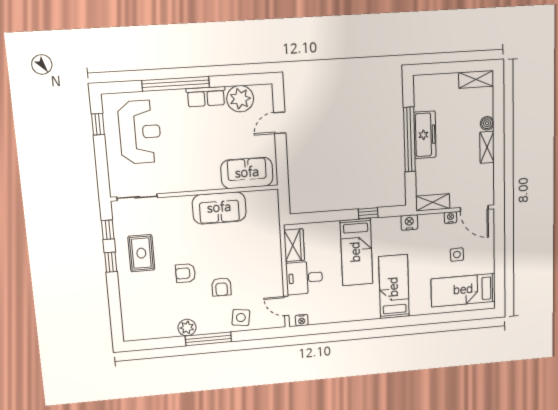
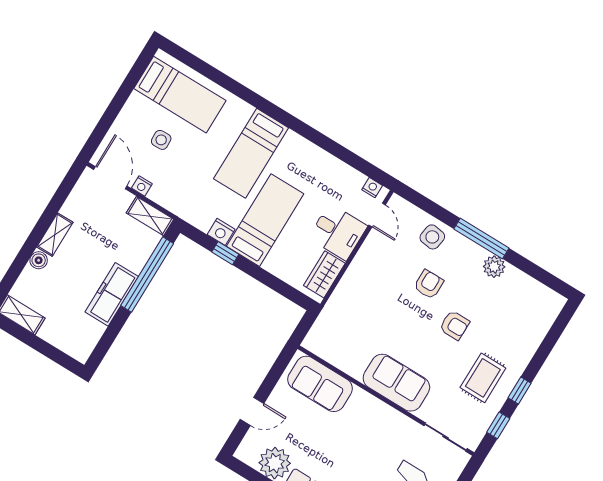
window: (409, 139) -> (147, 274), moved
sofa: (219, 208) -> (396, 383), moved
nightstand: (409, 222) -> (221, 232), moved

